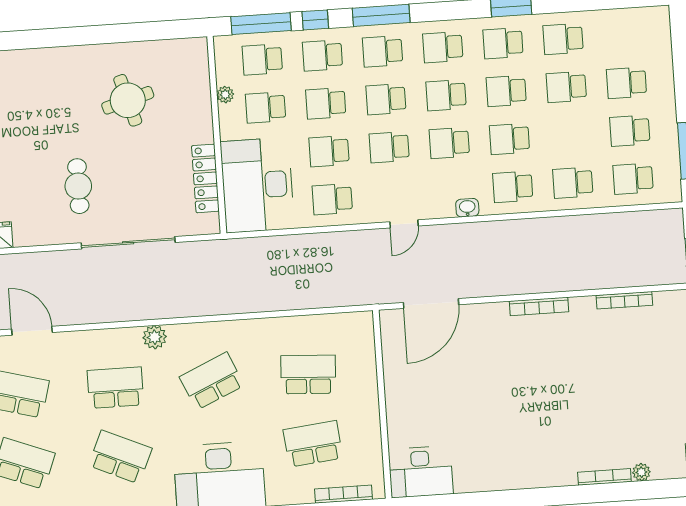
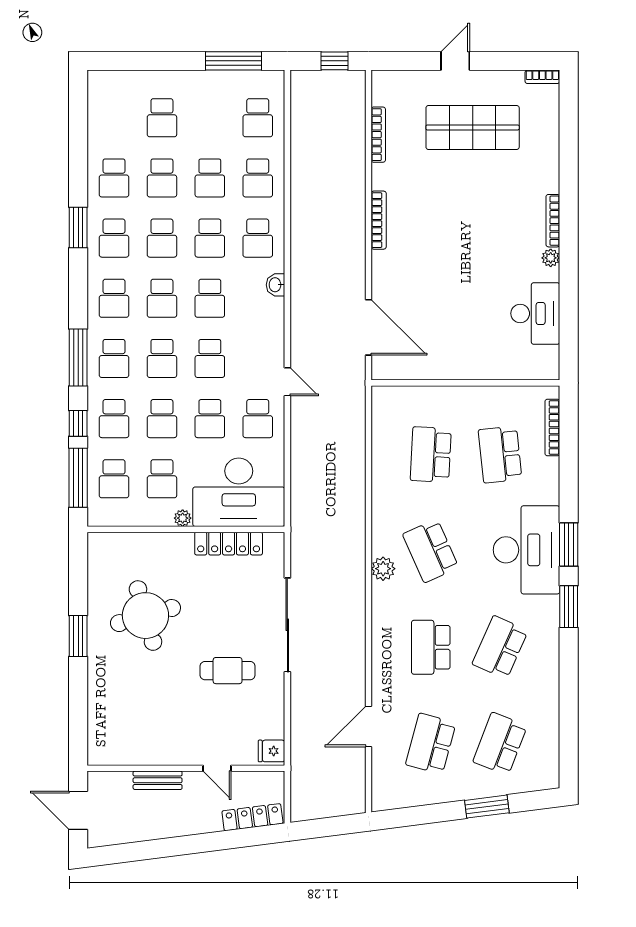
window: (103, 34) -> (78, 636), added
plant: (225, 95) -> (183, 518), moved
round table: (128, 100) -> (145, 616), width x1.36, depth x1.36
school desk: (630, 131) -> (210, 178), moved
door: (404, 224) -> (287, 382), moved
plant: (155, 337) -> (383, 569), moved
shop shelf: (638, 394) -> (473, 127), added
desk: (421, 472) -> (535, 313), moved
plant: (641, 472) -> (551, 258), moved
bookcase: (604, 477) -> (553, 221), moved

